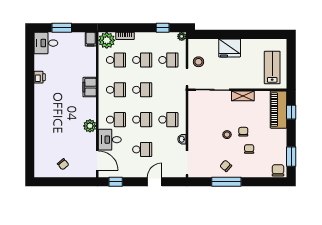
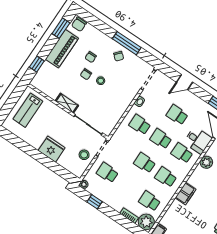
school desk: (142, 60) -> (128, 187), removed
piano: (279, 110) -> (62, 49), moved

